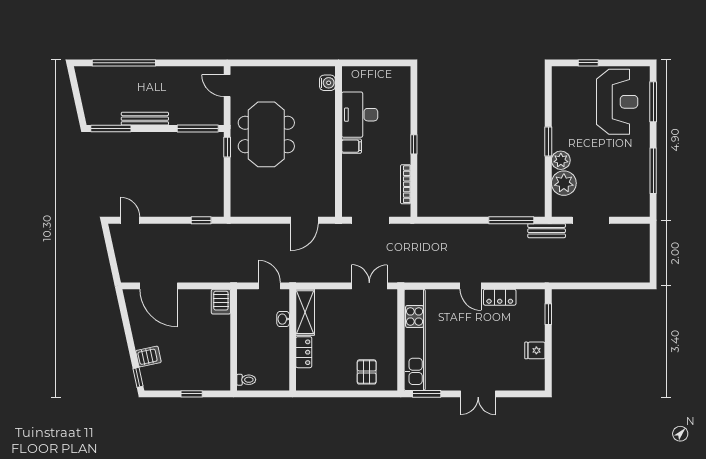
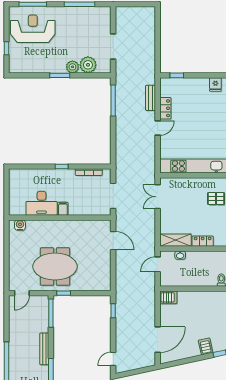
bench: (547, 231) -> (151, 98), moved
fridge: (535, 350) -> (215, 84), moved

